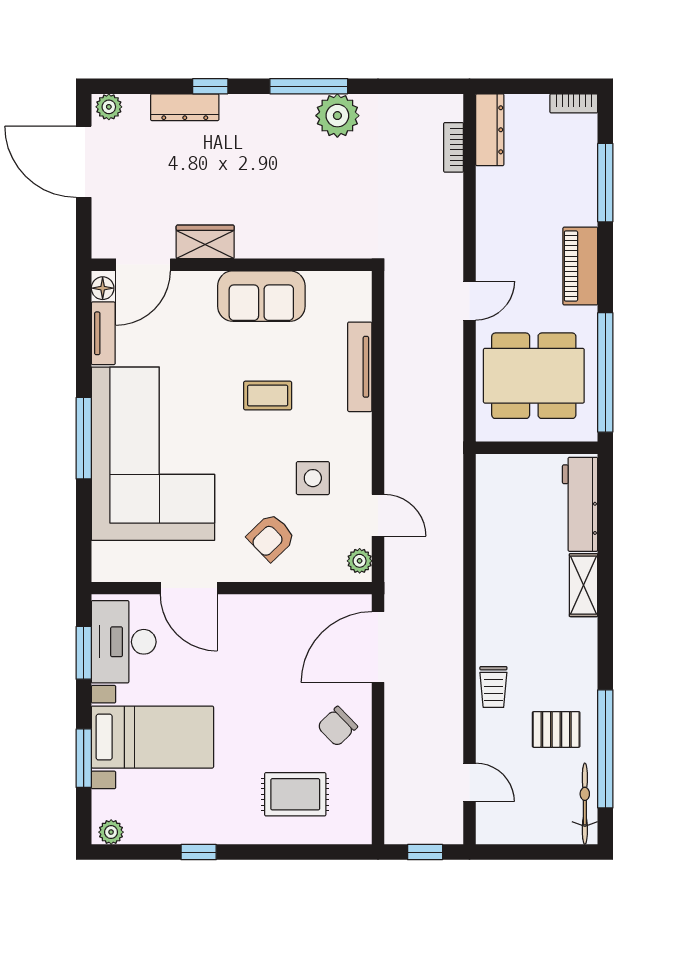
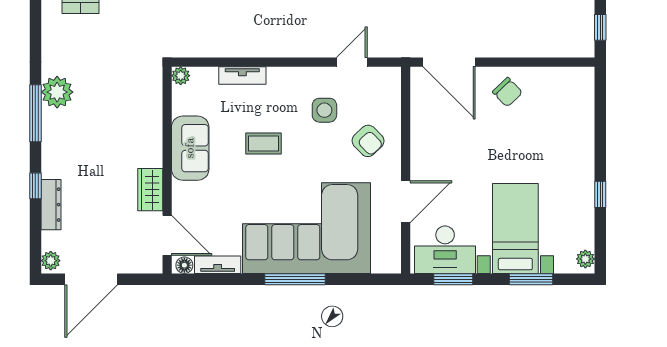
tv unit: (360, 367) -> (242, 76), width x0.71
coffee table: (268, 396) -> (264, 144), turned 90
plant: (360, 561) -> (181, 76), moved
rug: (295, 794) -> (558, 123), removed

